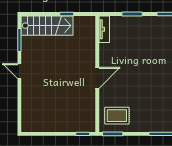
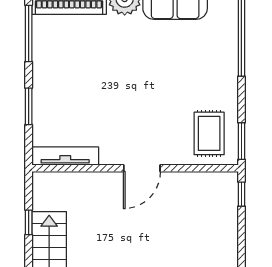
tv unit: (104, 29) -> (65, 156), width x1.41
door: (97, 78) -> (142, 168), swing flipped

